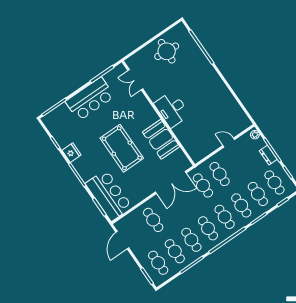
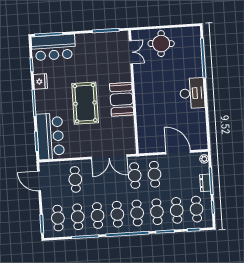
round table: (167, 51) -> (161, 44), moved
double door: (135, 80) -> (131, 52), swing flipped
bar counter: (90, 99) -> (53, 47), moved
desk: (172, 109) -> (192, 93), moved, turned 180
booth: (161, 139) -> (122, 99), moved
door: (229, 142) -> (178, 152), width x1.87
door: (122, 240) -> (39, 181), hinge flipped

